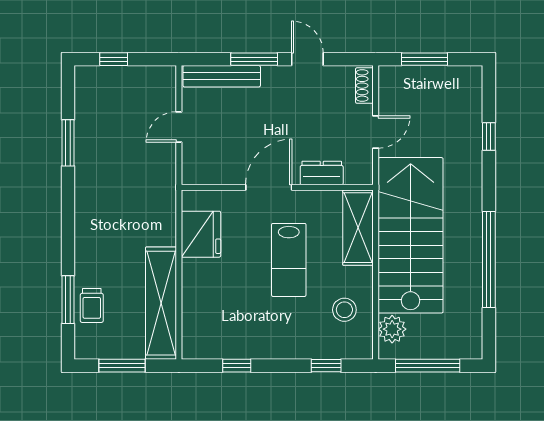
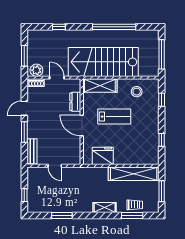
bench: (222, 76) -> (32, 151), width x0.73
shelving: (86, 238) -> (105, 208), added
plant: (392, 329) -> (36, 70), moved

